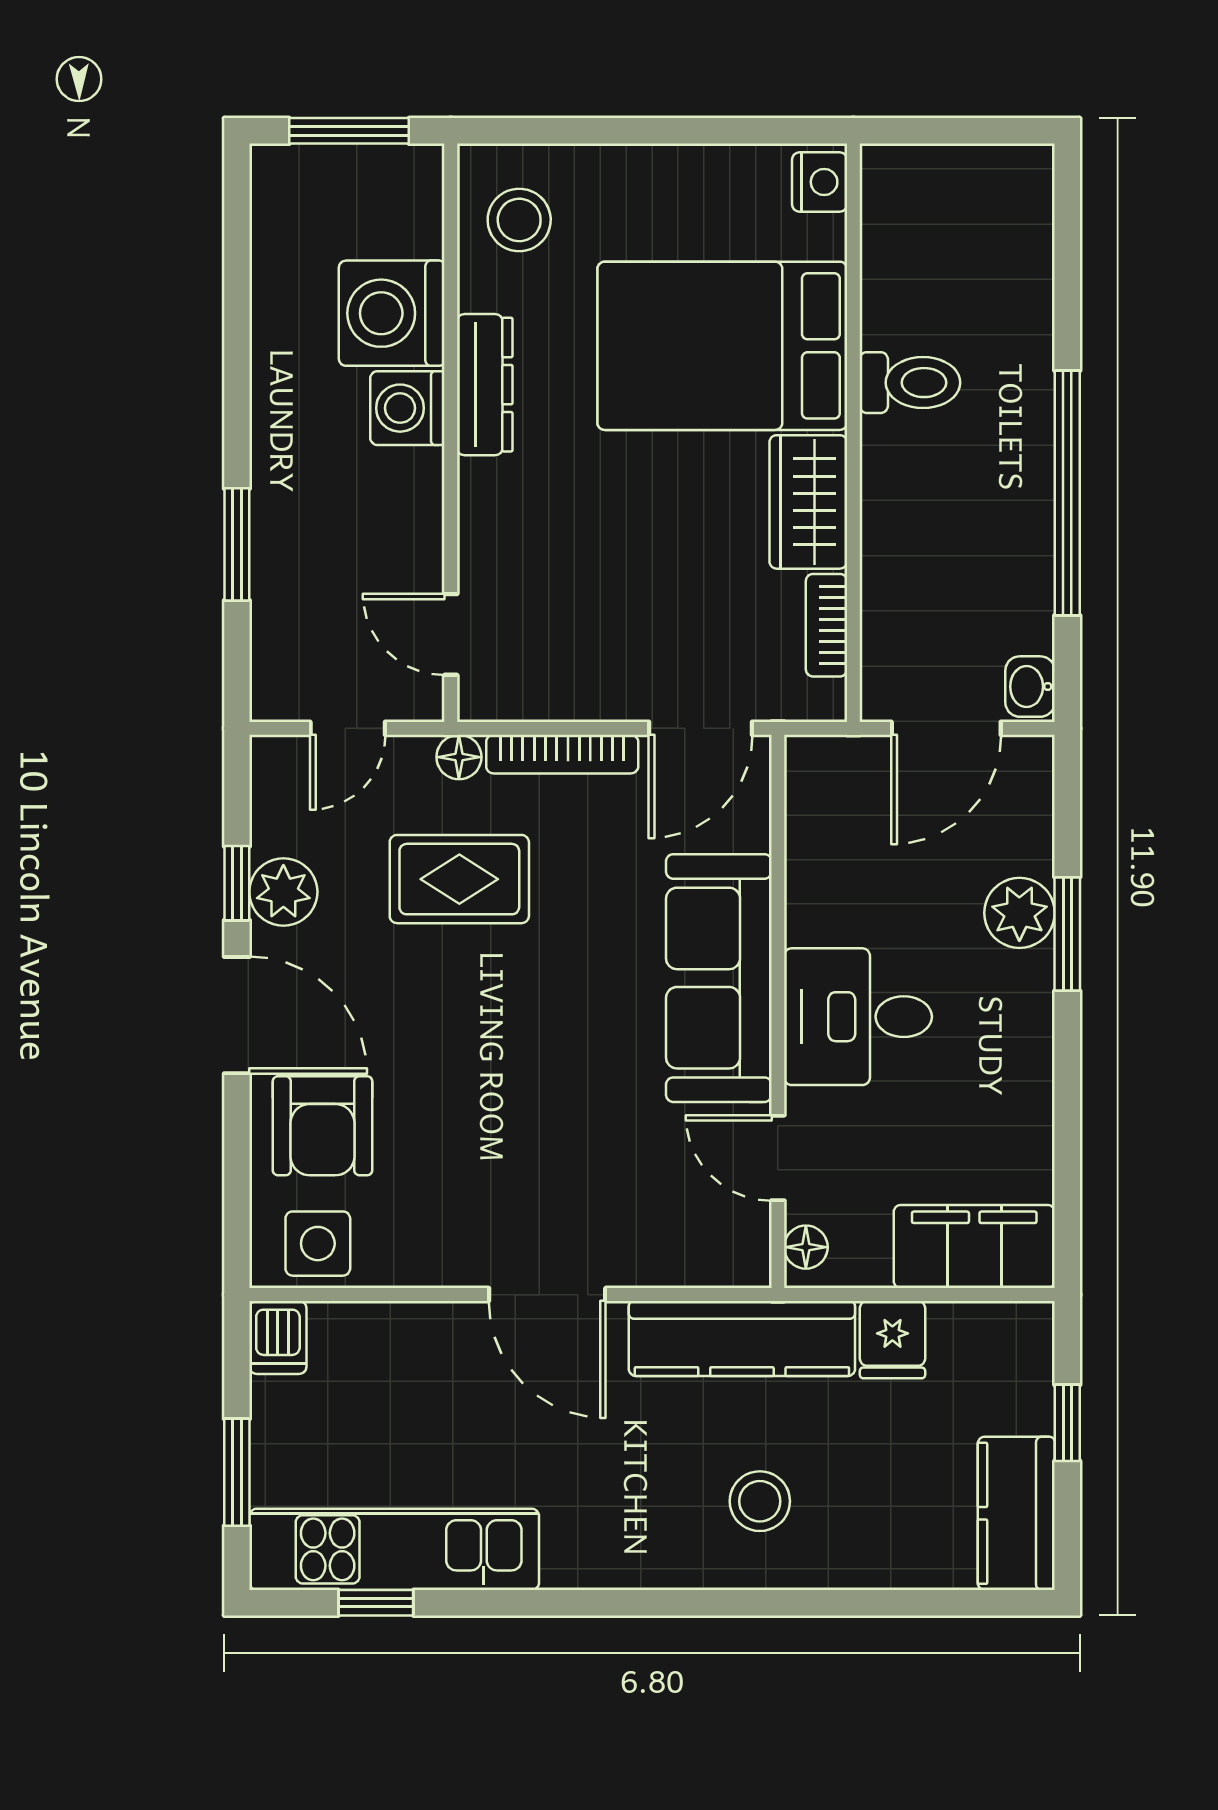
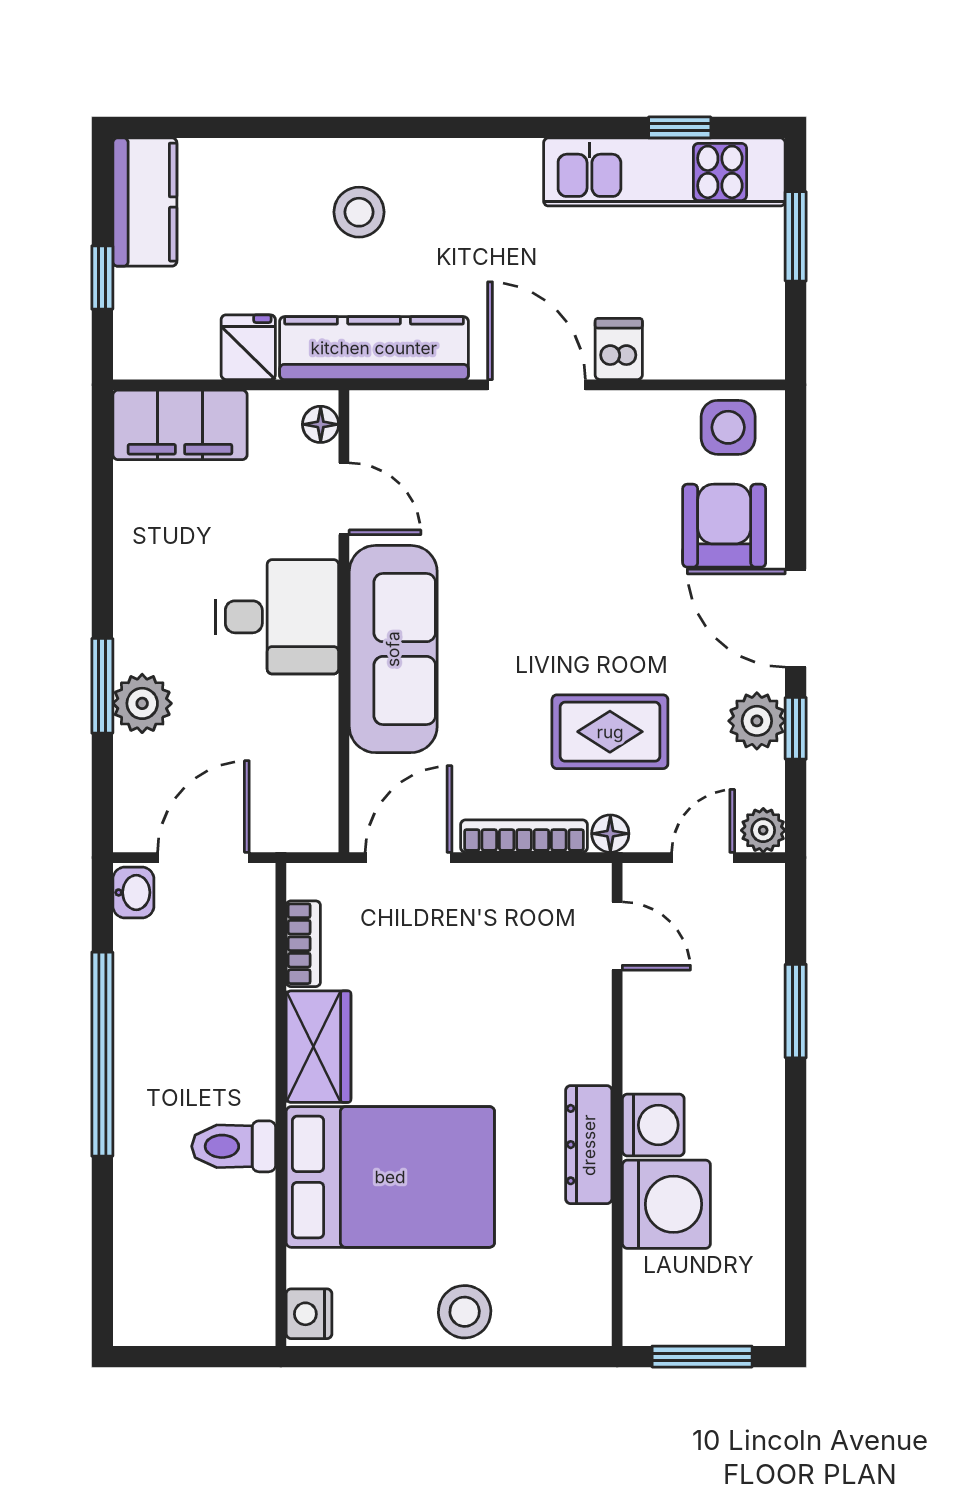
stool: (519, 220) -> (465, 1312), moved
plant: (276, 761) -> (763, 830), added
dishwasher: (278, 1337) -> (619, 349), moved

